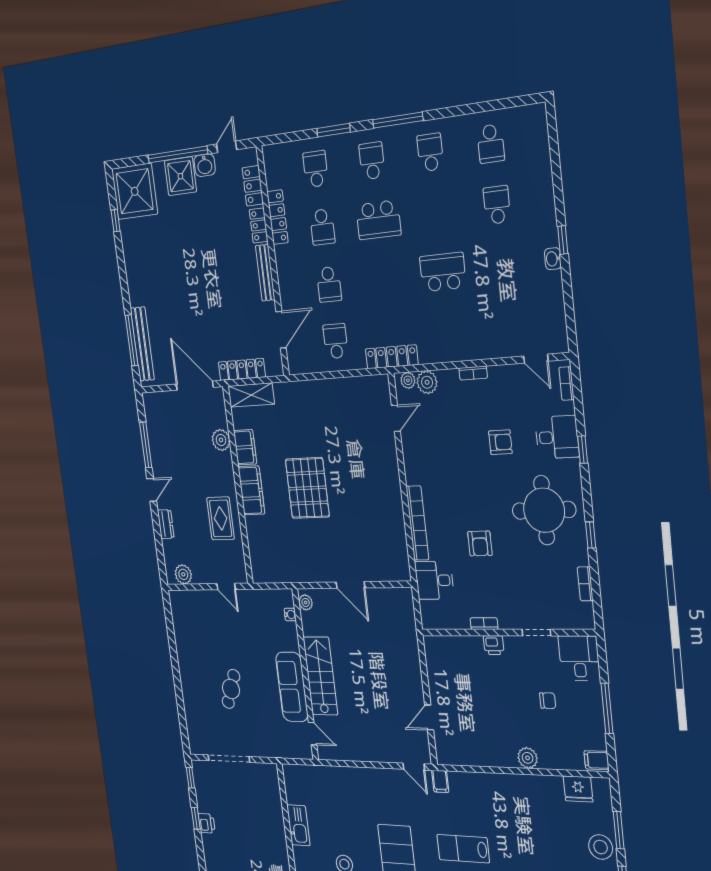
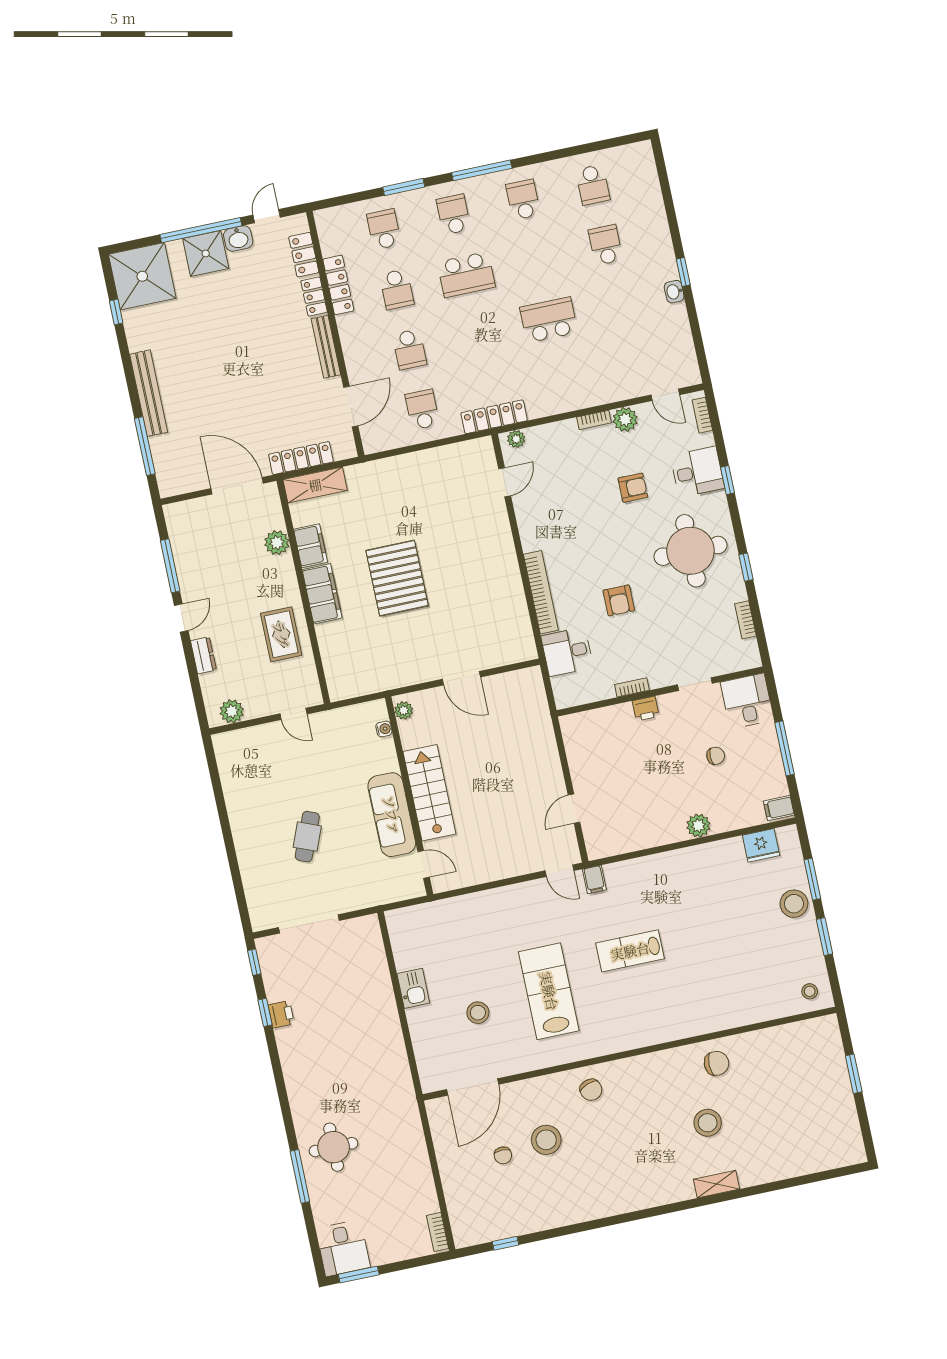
bench: (142, 344) -> (149, 393), moved
plant: (427, 382) -> (625, 419), moved
kitchen sink: (298, 825) -> (413, 988), width x0.73

